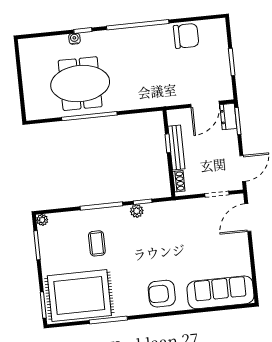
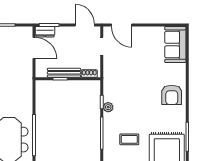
sofa: (220, 292) -> (175, 45), width x0.73

